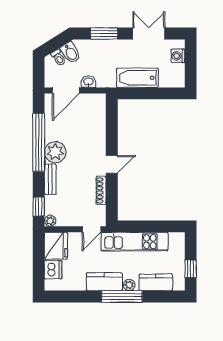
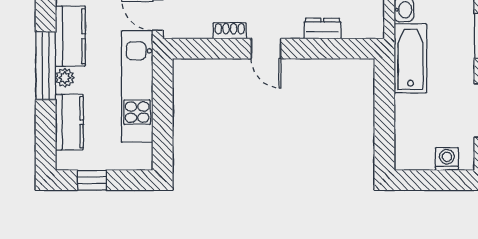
bathtub: (137, 78) -> (410, 58), moved
dresser: (100, 131) -> (322, 28), added
shoe rack: (101, 190) -> (230, 31), width x0.70

